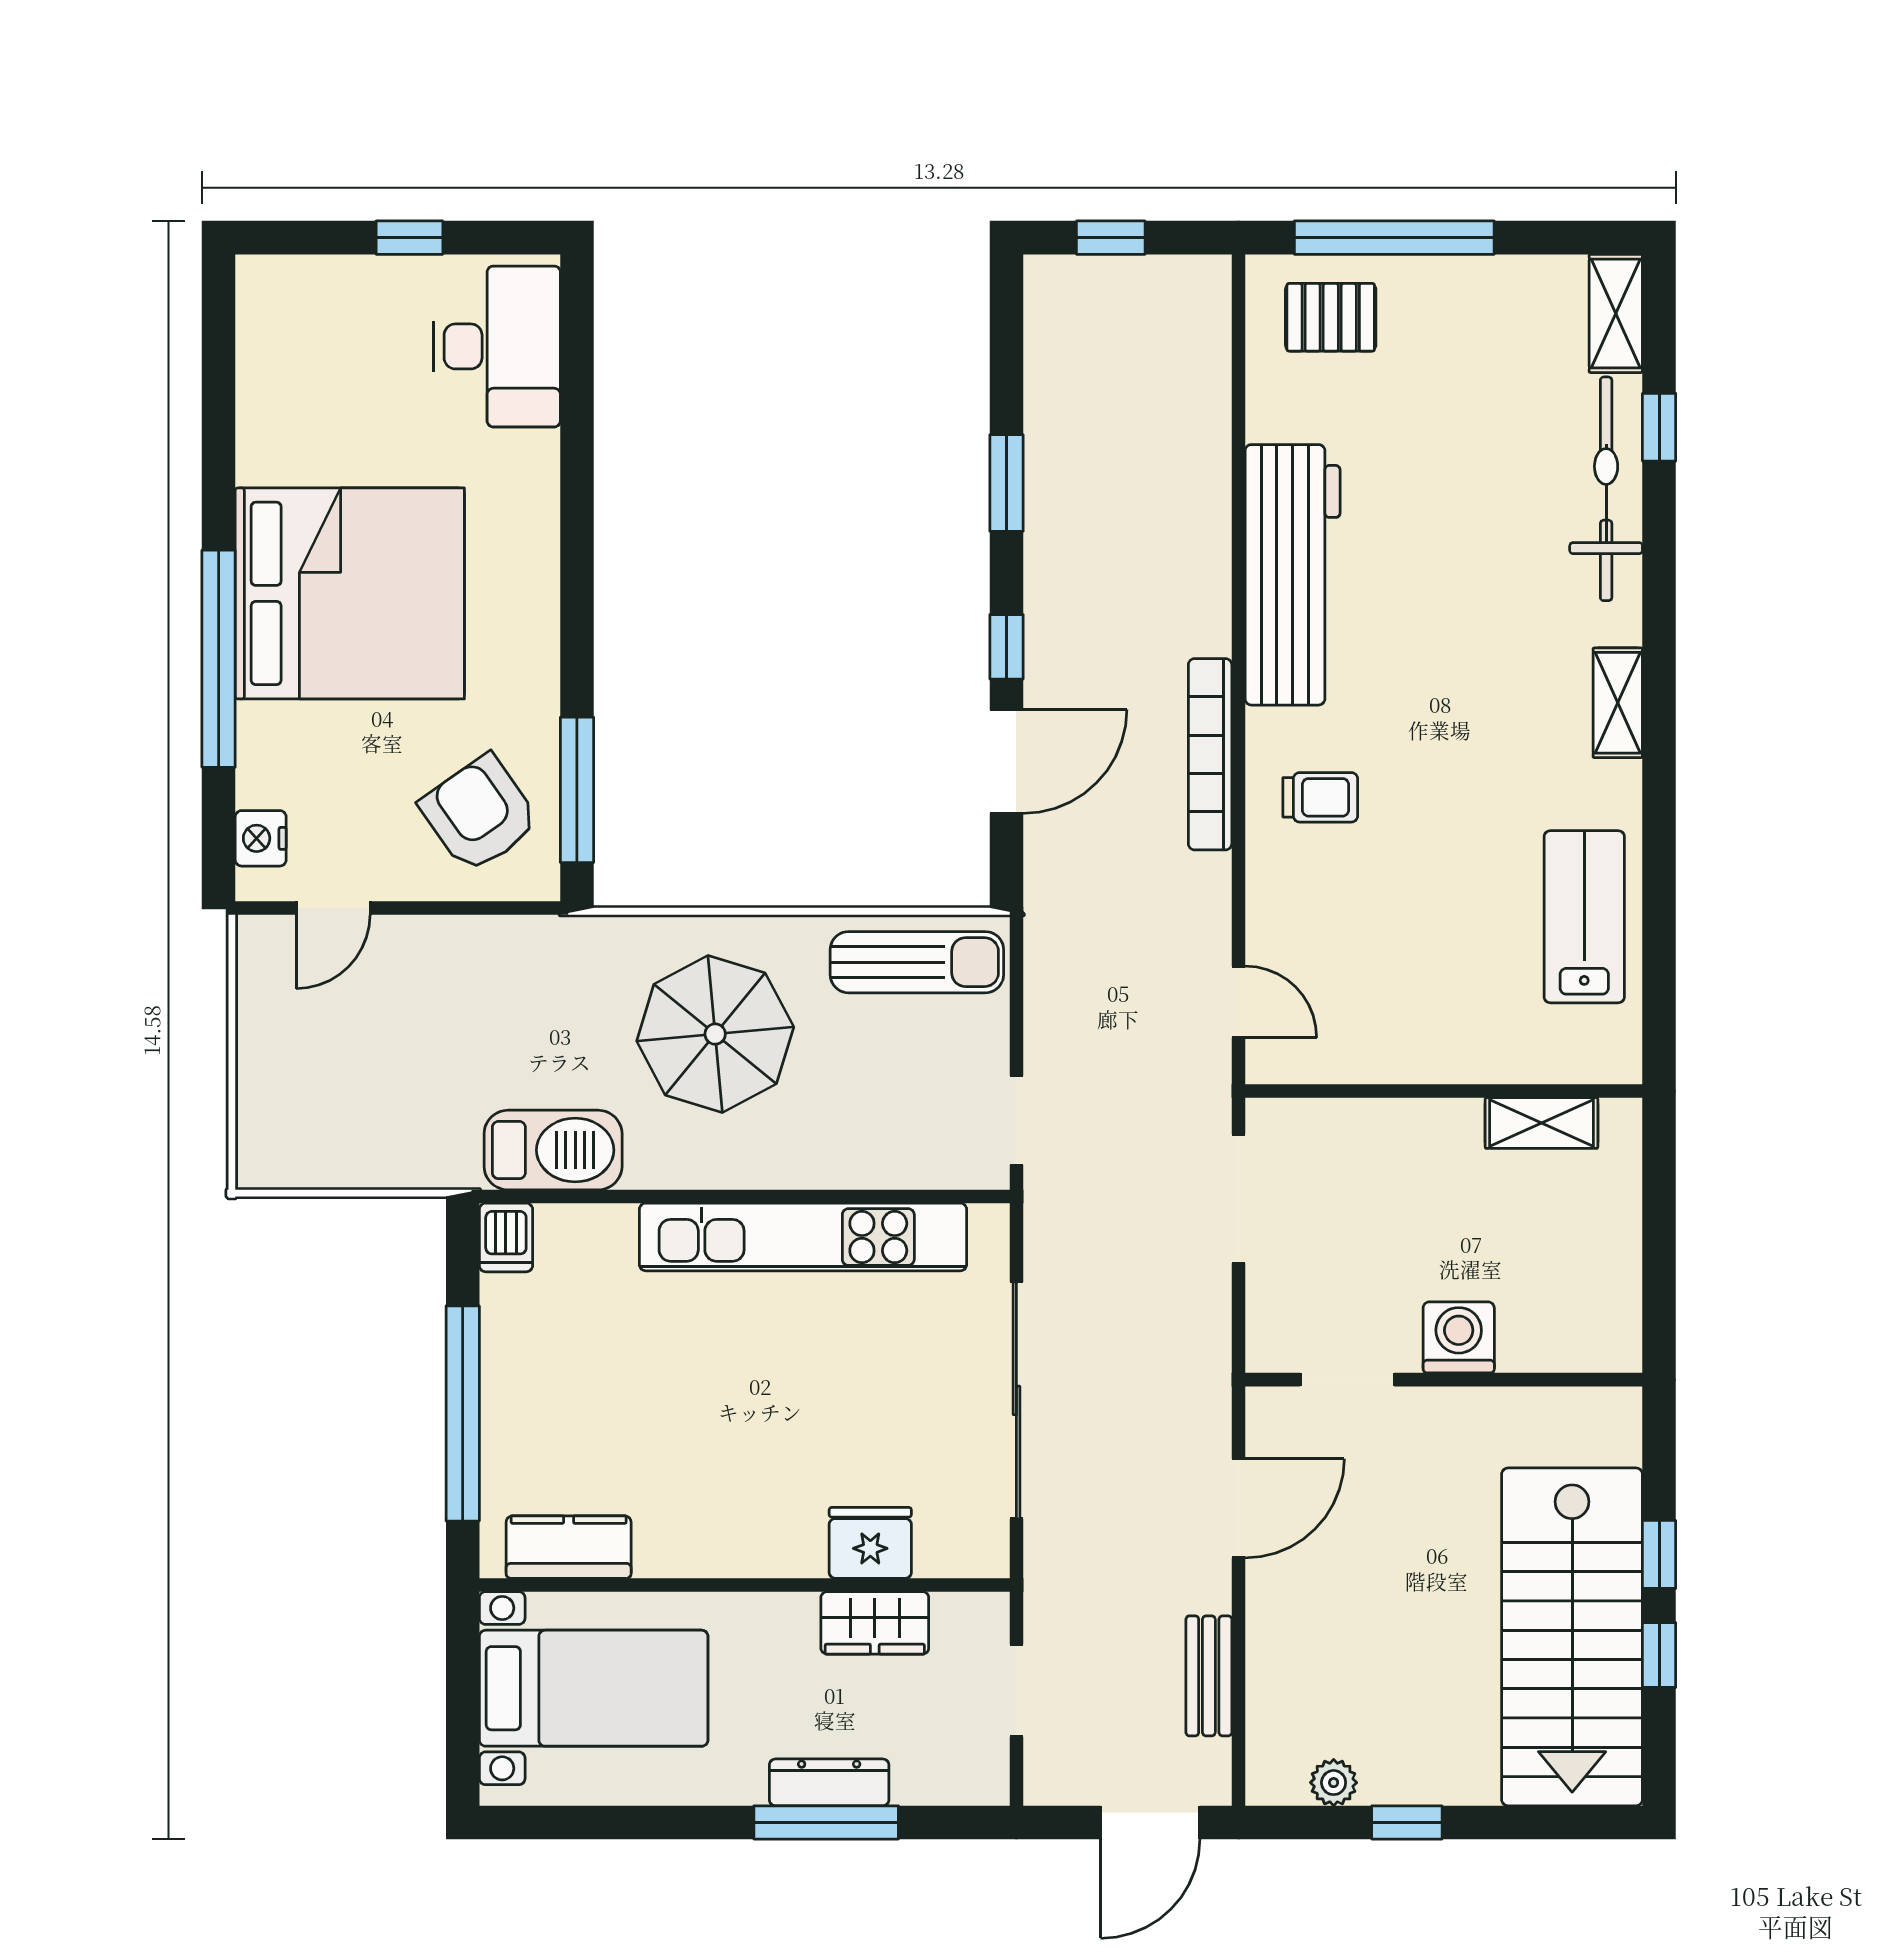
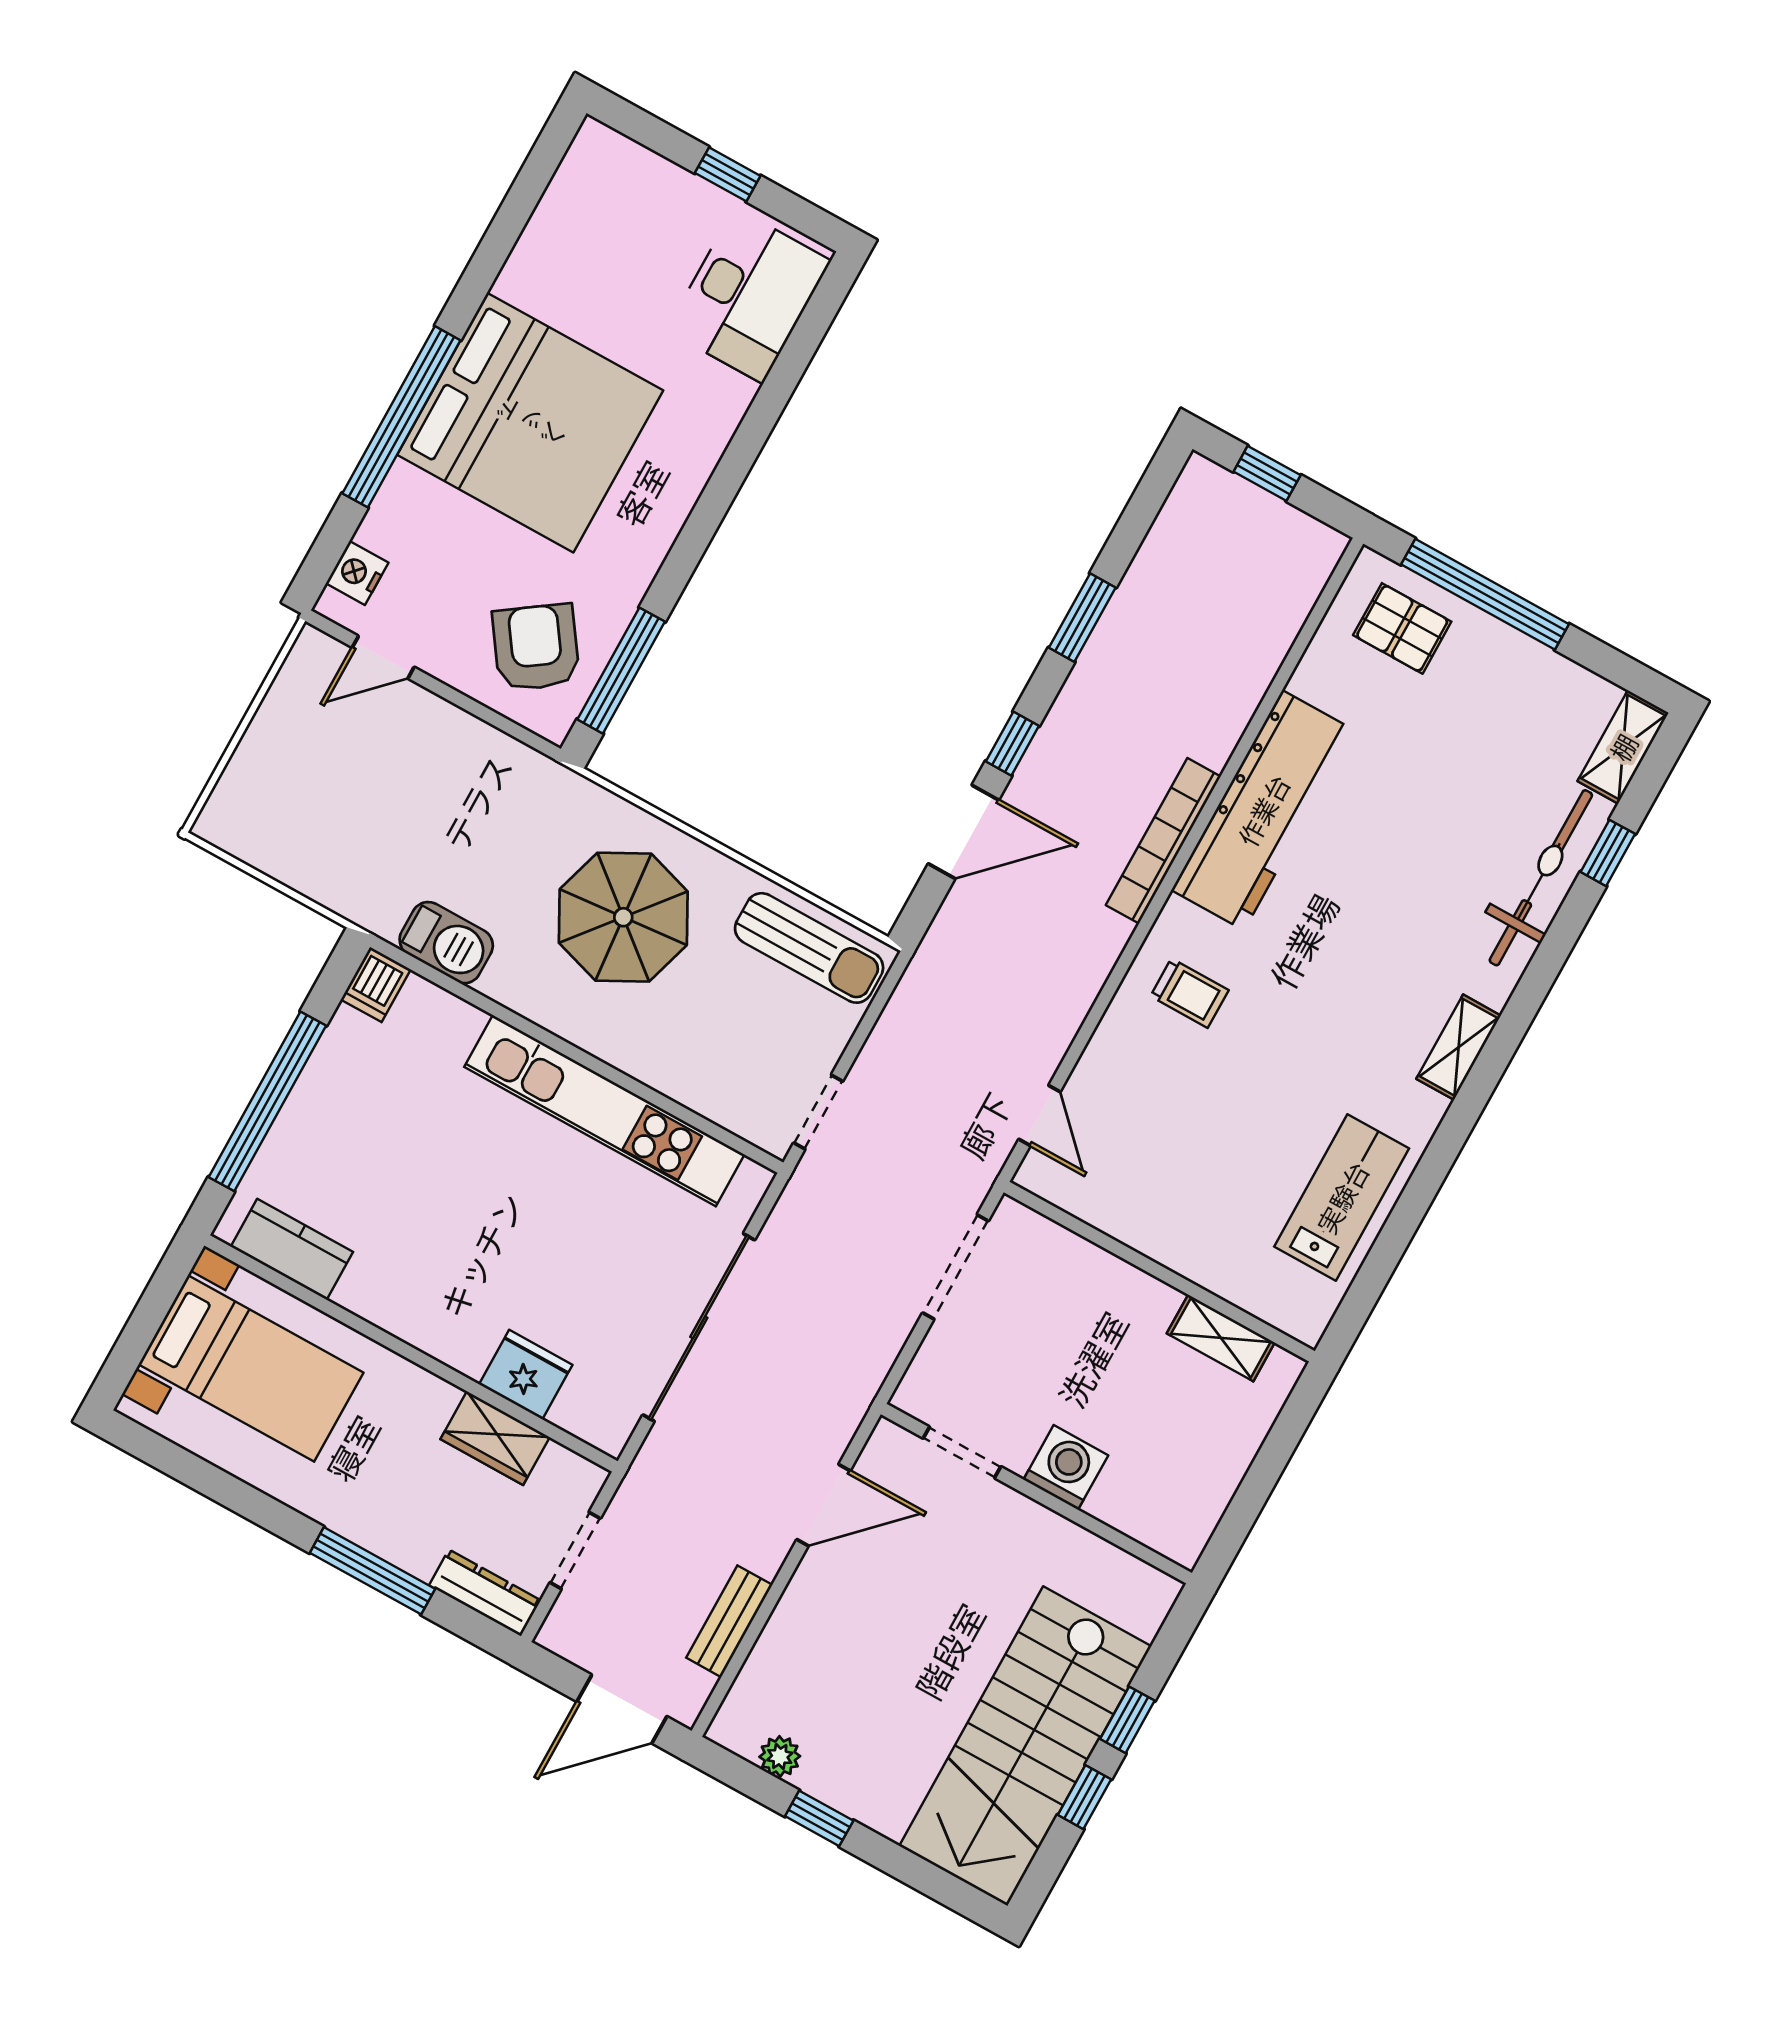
bookcase: (1210, 754) -> (1163, 841), moved
barbecue: (553, 1150) -> (446, 943), width x0.73, depth x0.83
dresser: (829, 1782) -> (485, 1593), moved

